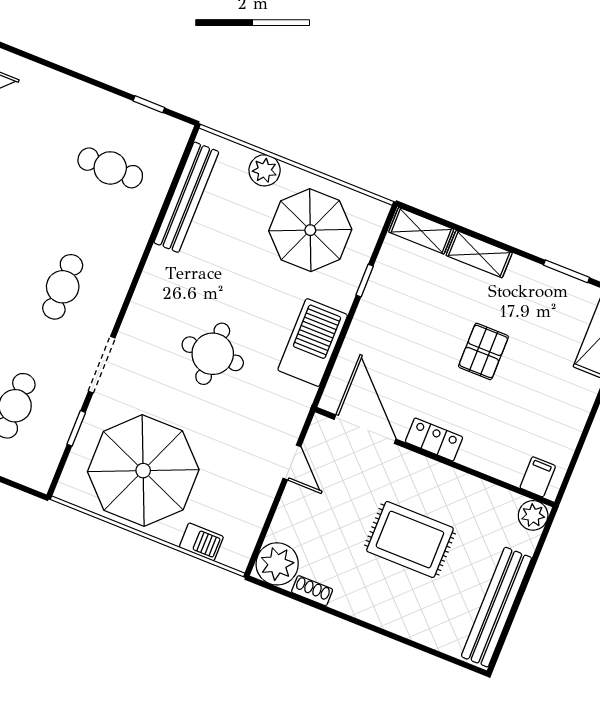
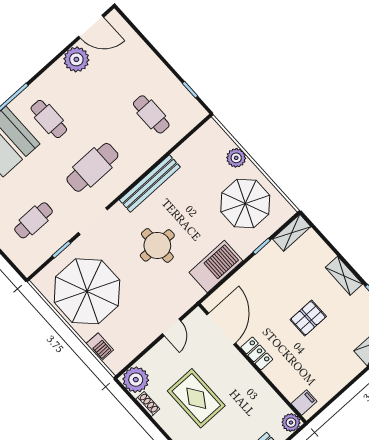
bench: (186, 197) -> (150, 184), moved
shelving: (421, 231) -> (292, 233), moved, turned 90
shelving: (479, 254) -> (344, 276), moved
cafe table: (63, 287) -> (92, 167), width x1.37, depth x1.35
rug: (410, 540) -> (196, 398), moved

